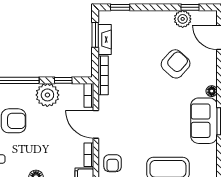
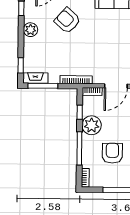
plant: (183, 19) -> (31, 30), moved
window: (95, 35) -> (43, 86), width x1.44
fireplace: (105, 39) -> (35, 78), moved

